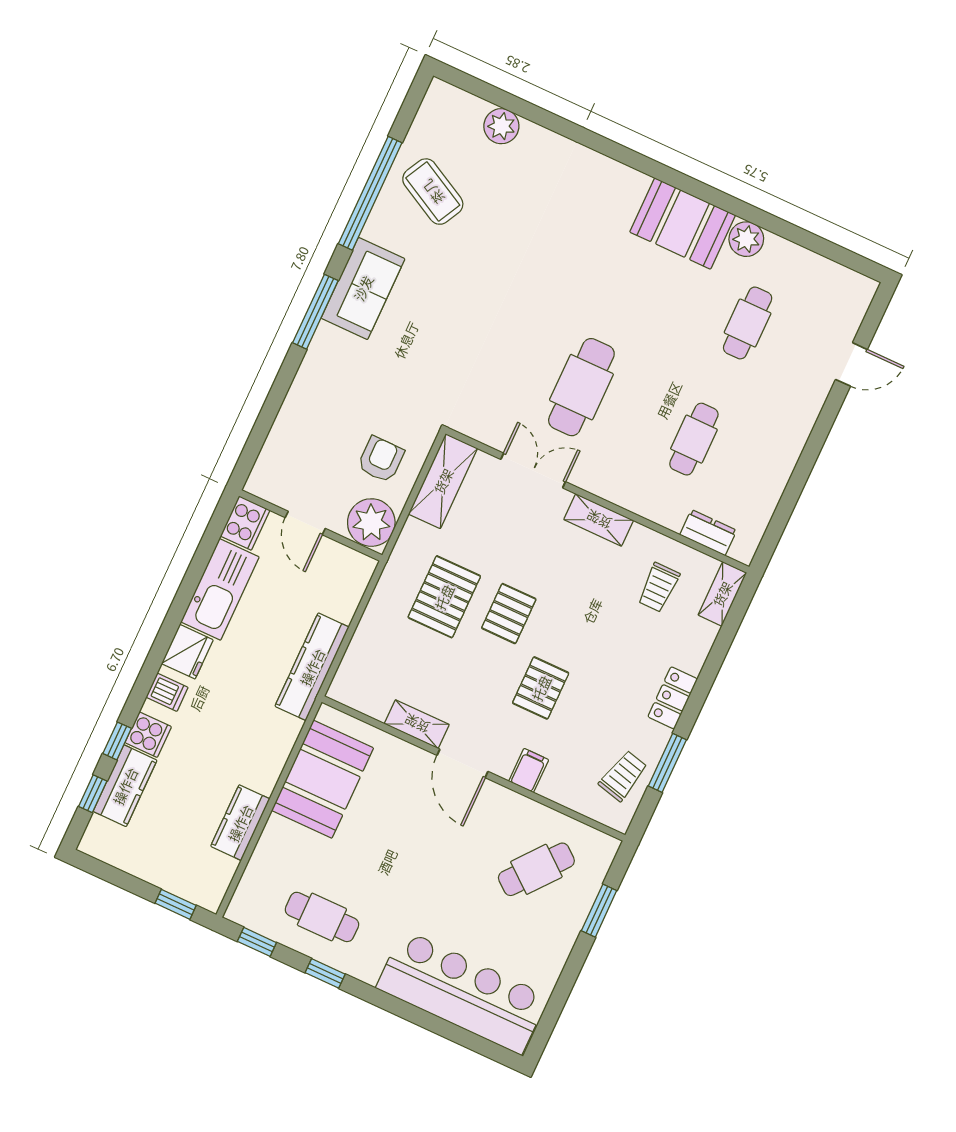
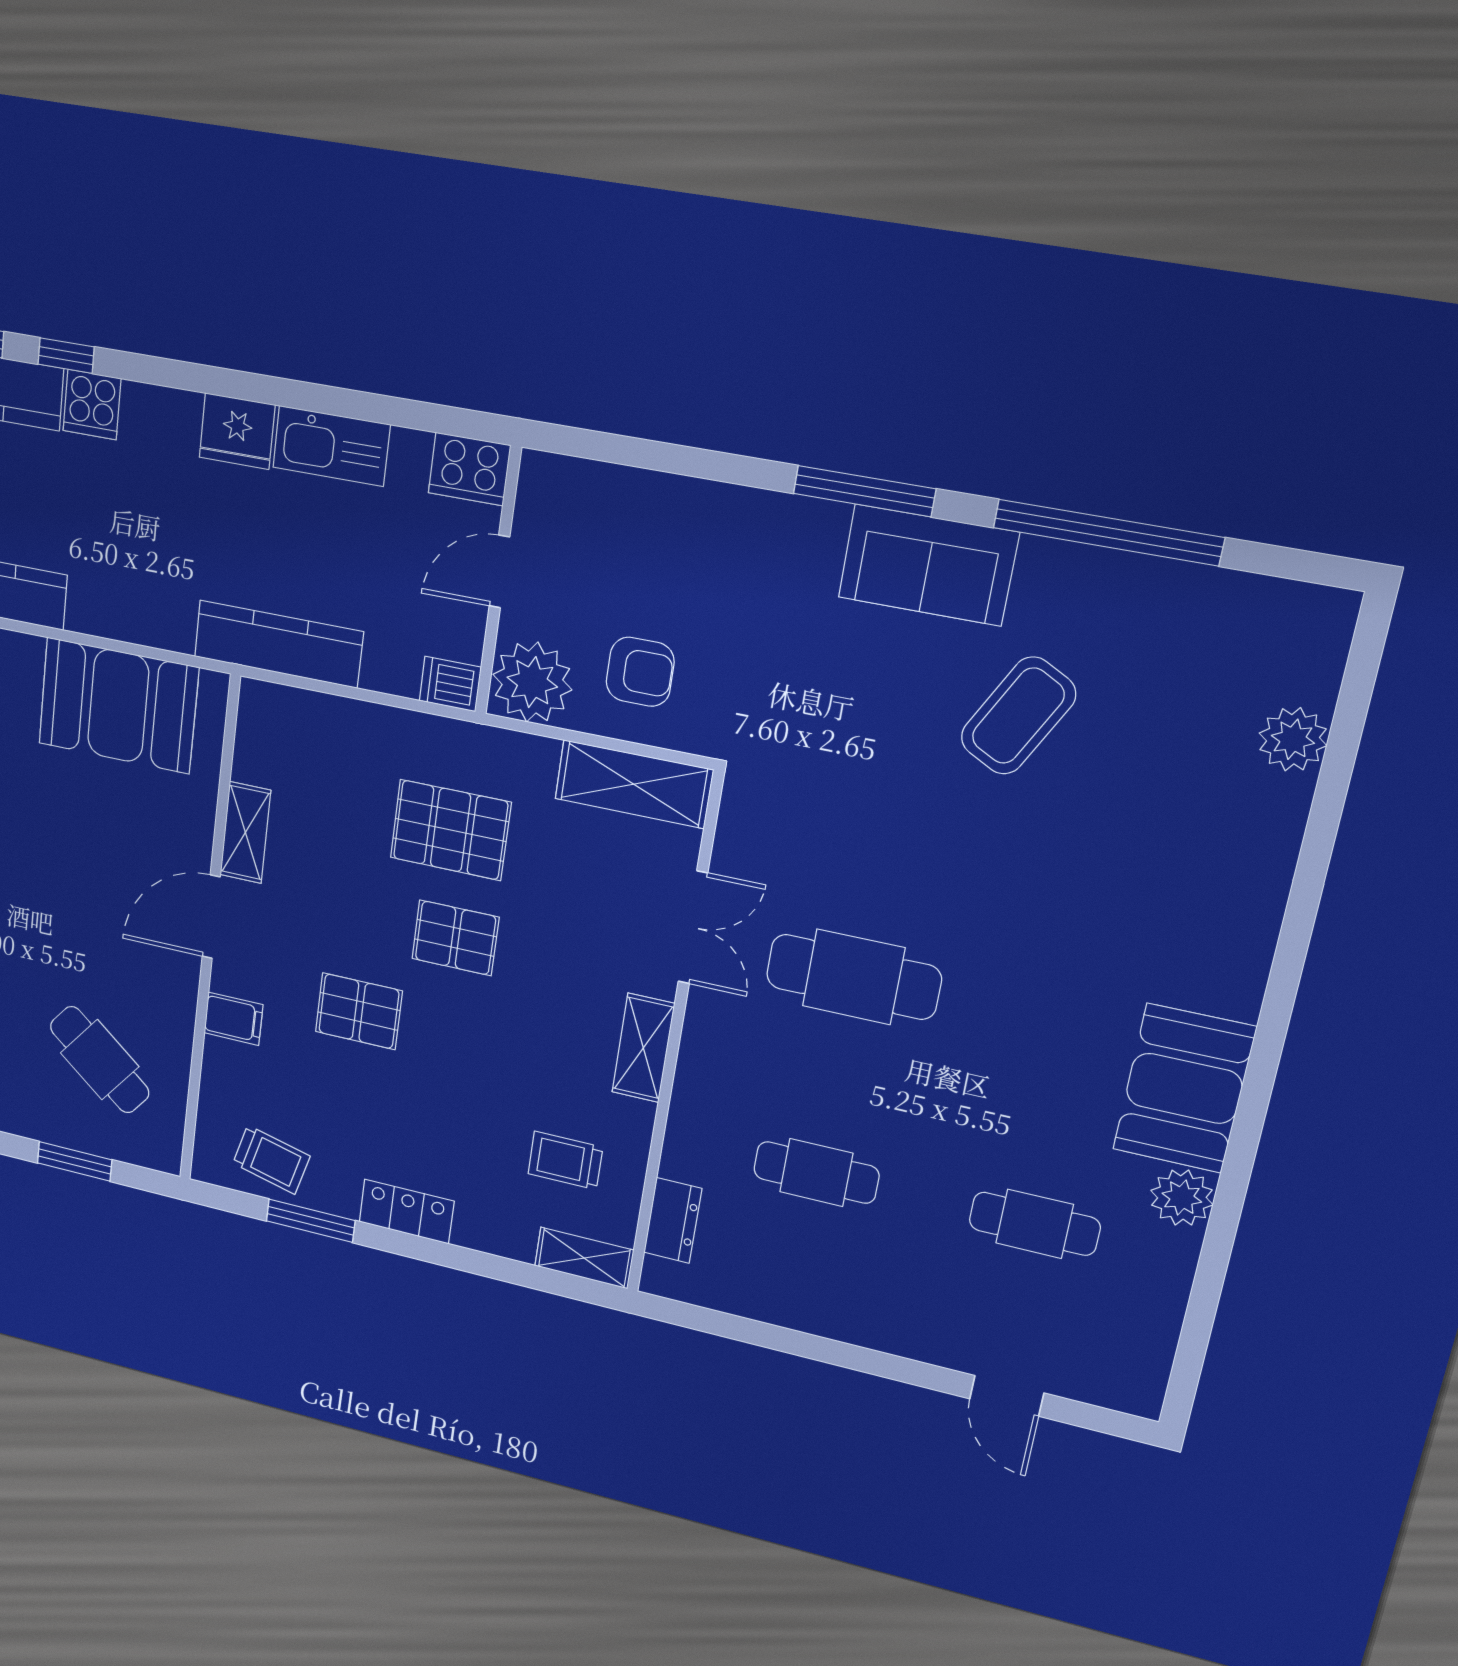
coffee table: (433, 192) -> (1018, 716), moved
kitchen sink: (220, 589) -> (331, 446), width x0.73, depth x0.81
dishwasher: (167, 692) -> (450, 684), moved, turned 90

